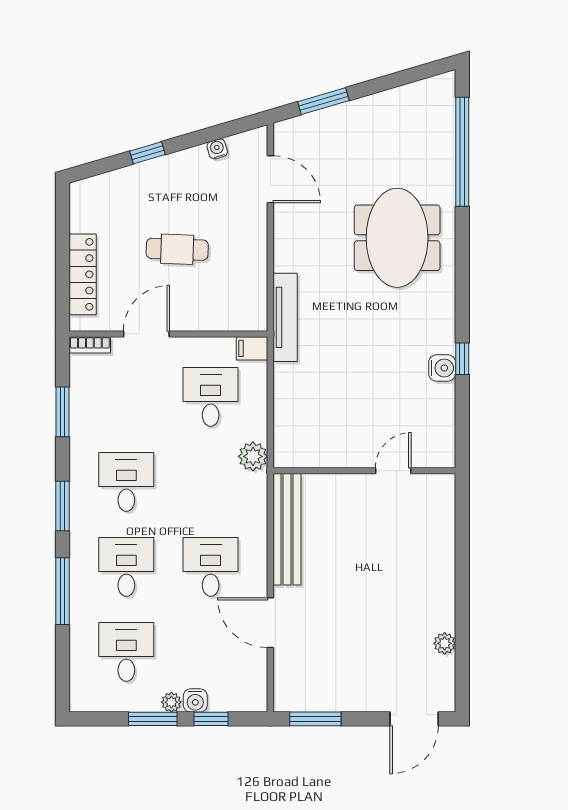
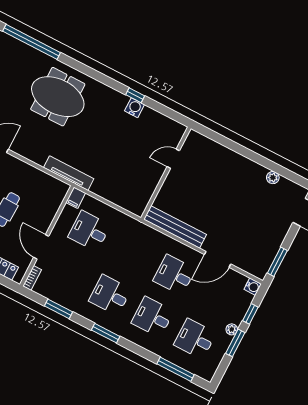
plant: (253, 456) -> (130, 225), removed
door: (393, 471) -> (173, 159), hinge flipped
window: (63, 591) -> (175, 369), moved
water cooler: (195, 700) -> (253, 287), moved

